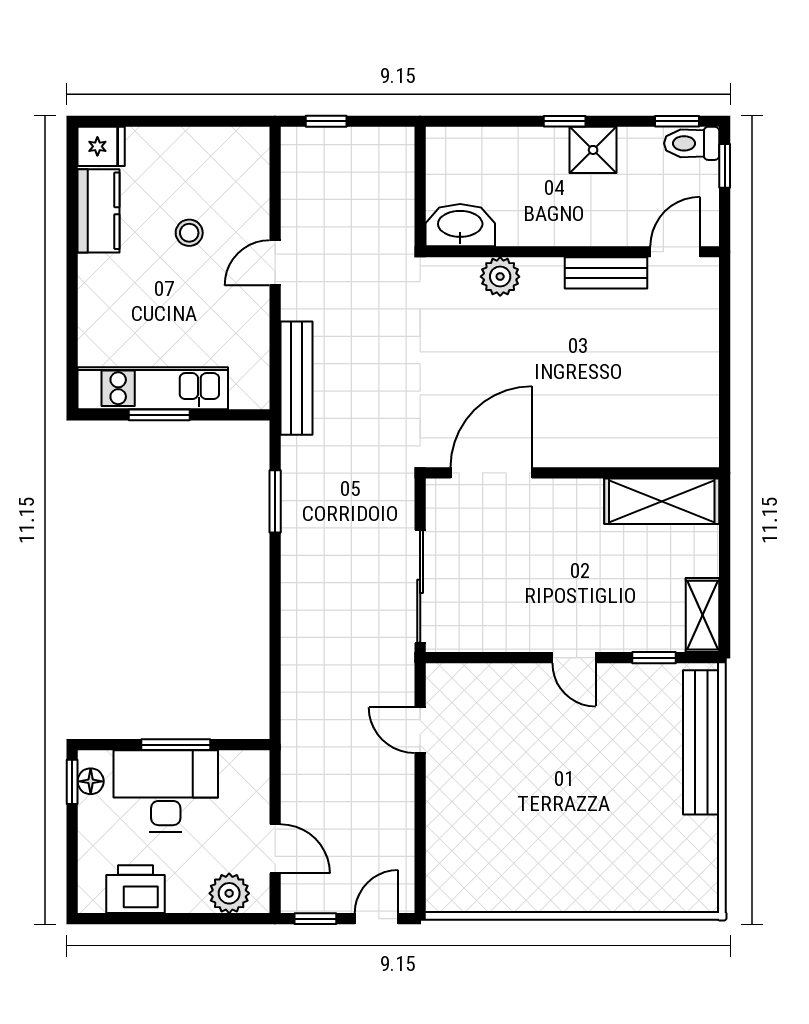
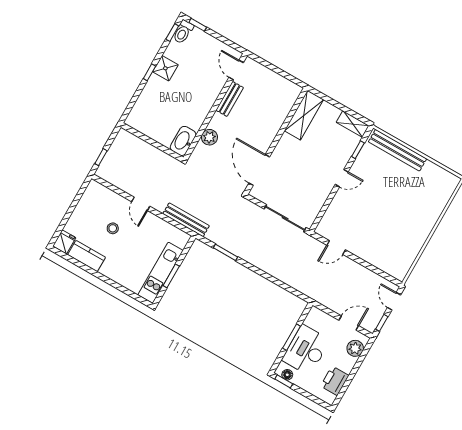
washbasin: (460, 225) -> (183, 141), moved
wall: (572, 252) -> (215, 107), moved
door: (675, 252) -> (236, 70), moved
bench: (606, 273) -> (230, 99), moved
plant: (500, 277) -> (209, 137), moved

